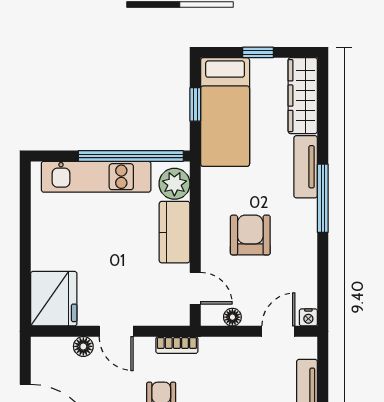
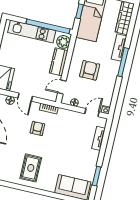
door: (195, 288) -> (62, 87), swing flipped

